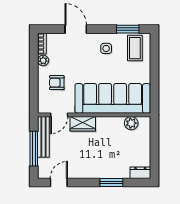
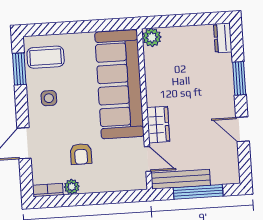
armchair: (57, 83) -> (81, 154), moved
plant: (131, 123) -> (152, 37), moved
door: (59, 182) -> (242, 129), moved

